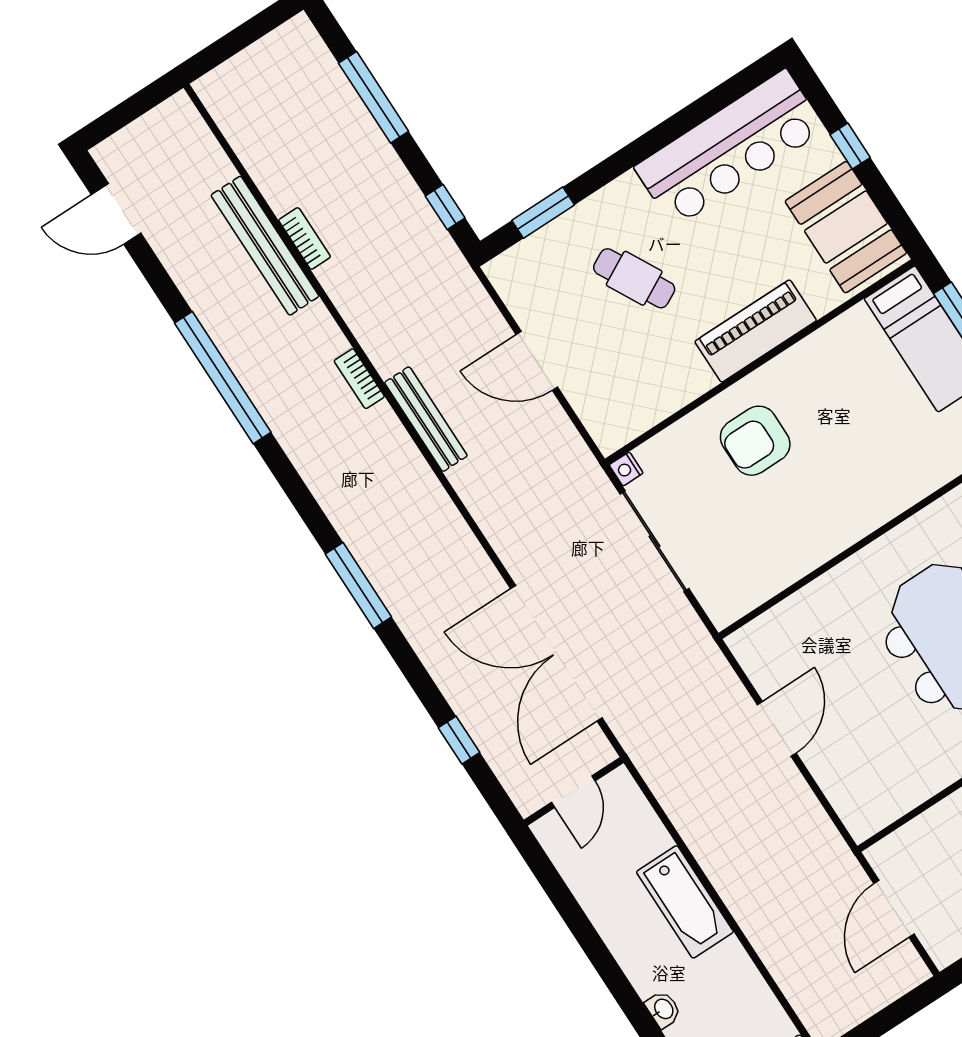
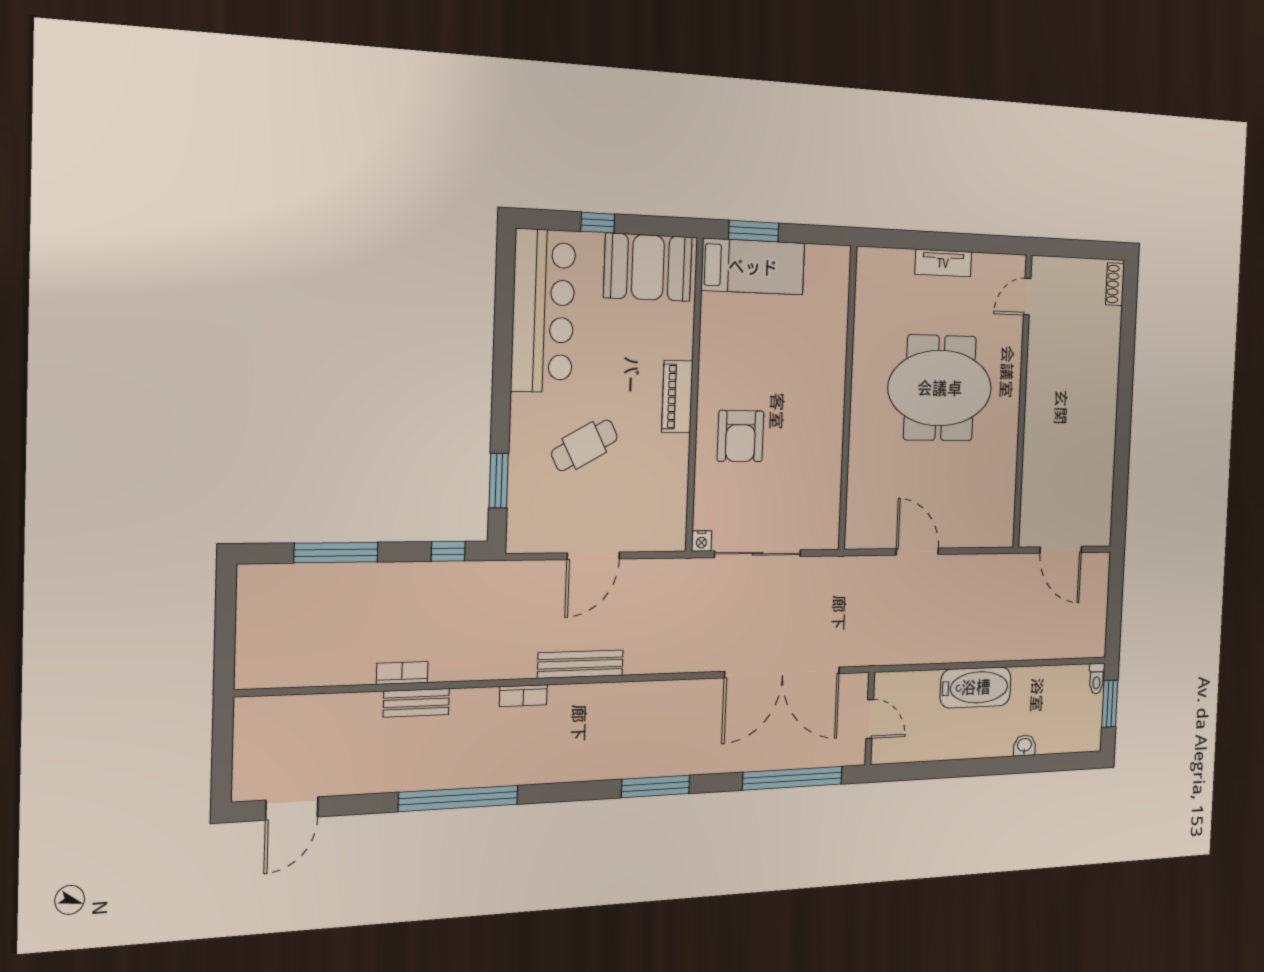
bench: (265, 246) -> (416, 703), width x0.54, depth x0.82
piano: (756, 331) -> (677, 397), width x0.73, depth x0.75
window: (459, 740) -> (793, 778), width x3.17

